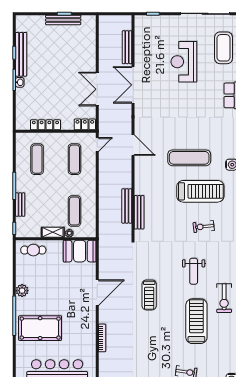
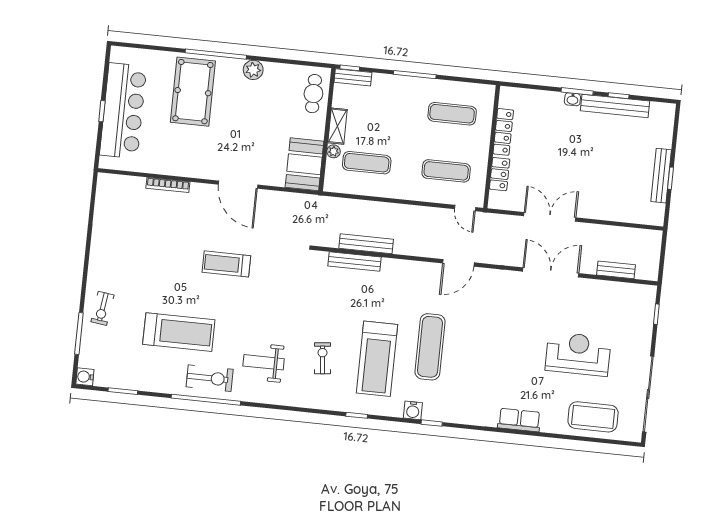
bench: (127, 47) -> (616, 270), width x0.73
locker: (85, 124) -> (500, 174), moved
bench: (20, 205) -> (353, 77), moved
weight bench: (194, 271) -> (264, 362), moved
exercise bike: (224, 298) -> (210, 378), turned 180

